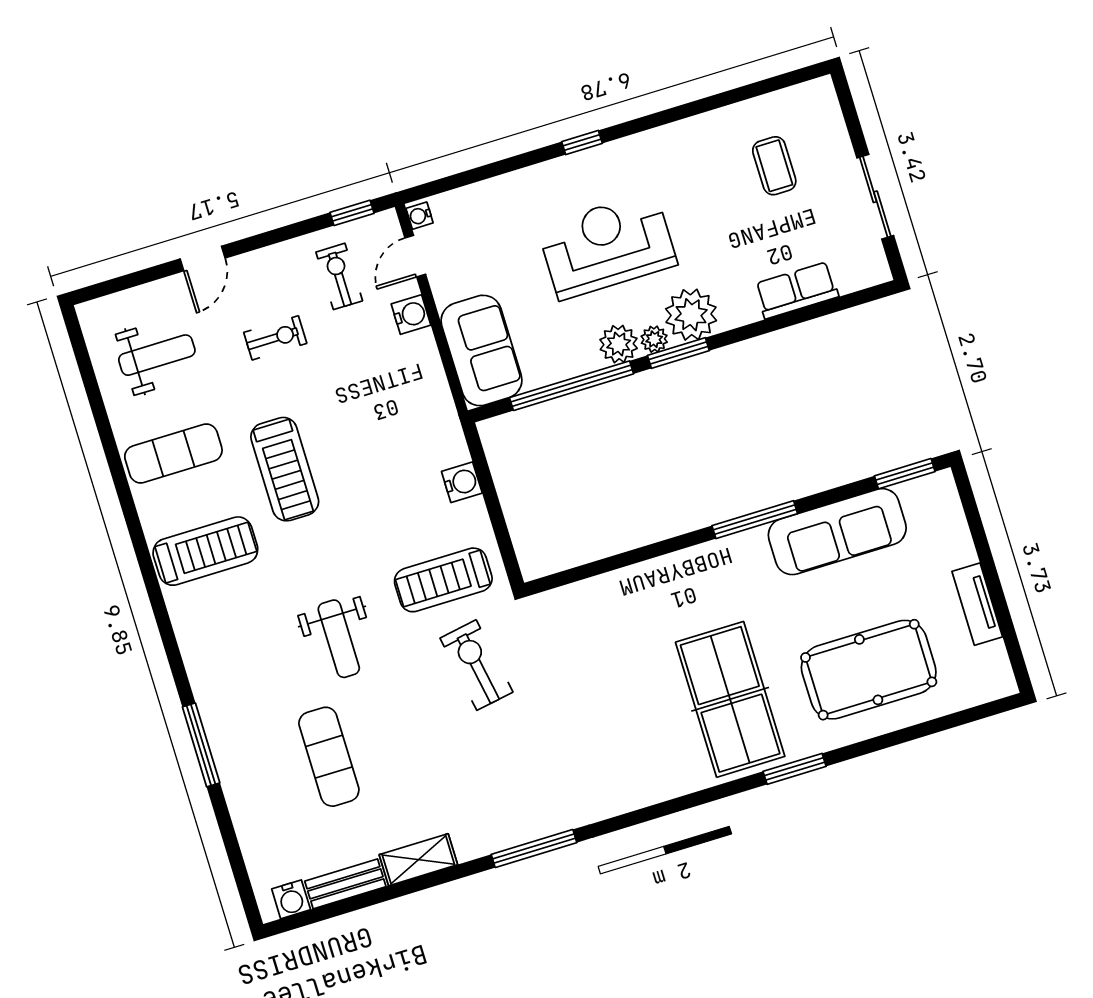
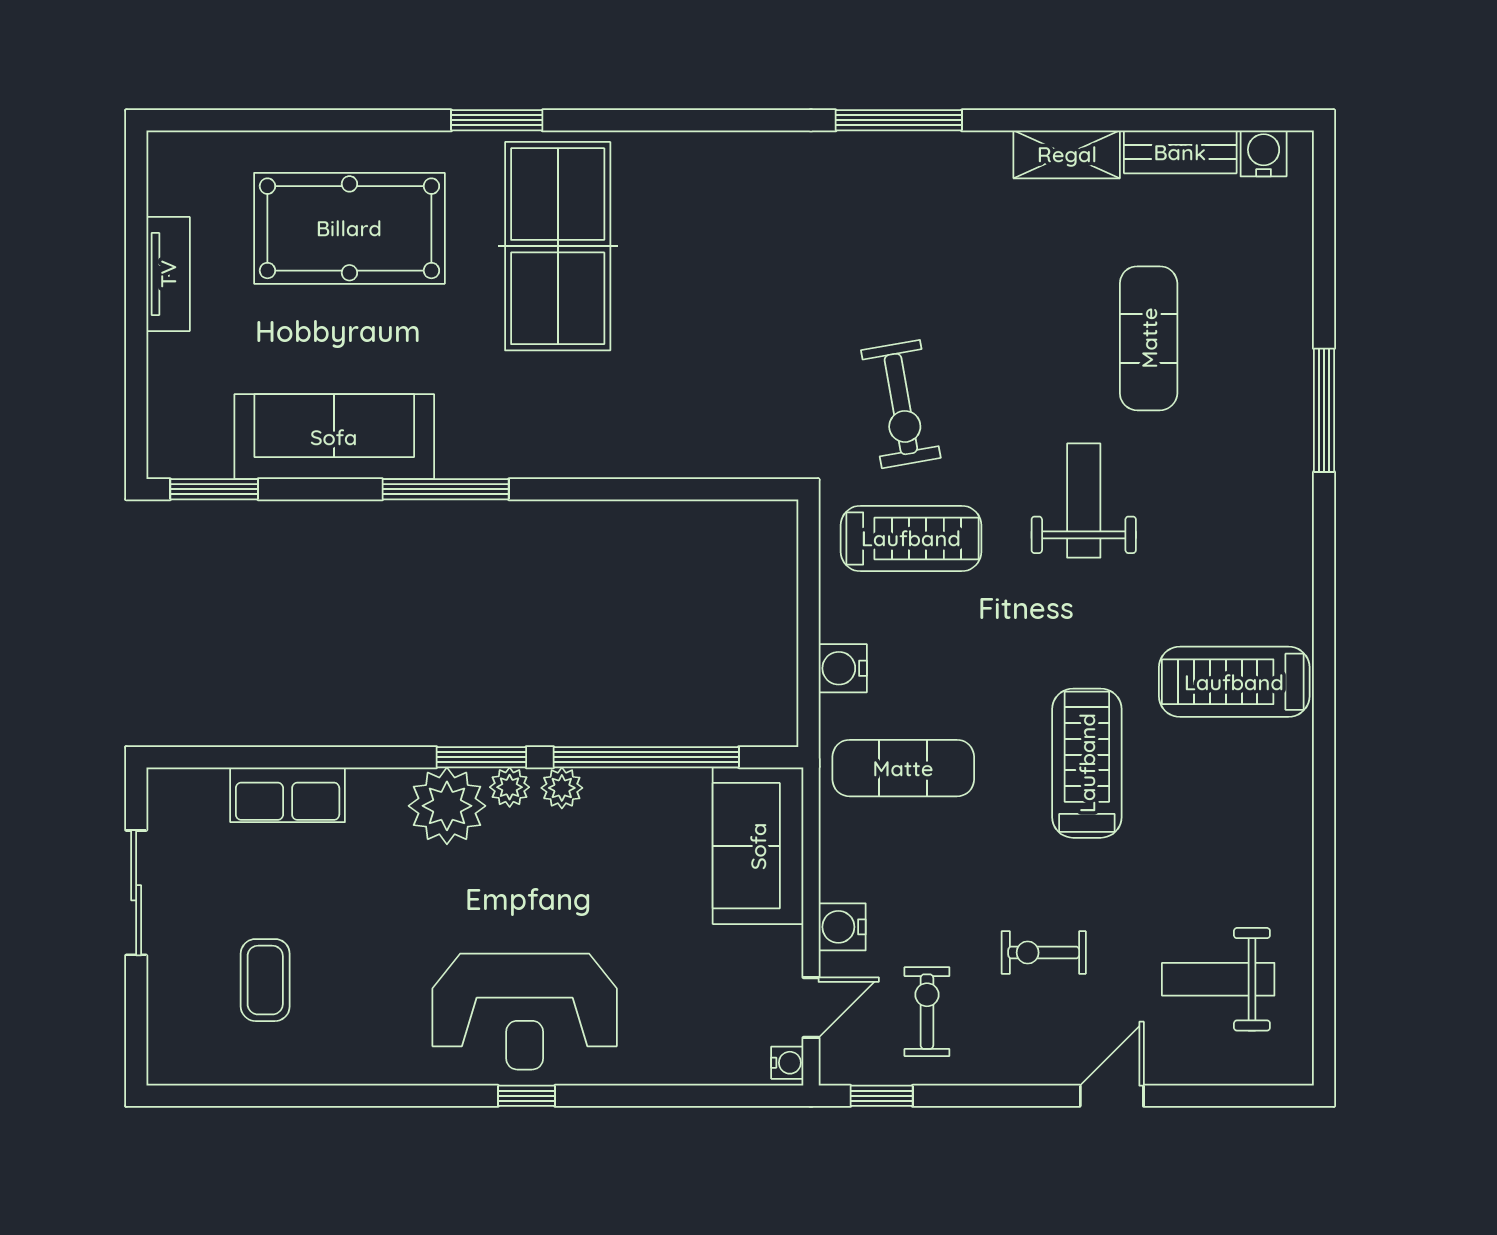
reception desk: (607, 246) -> (525, 1012), moved
exercise bike: (339, 276) -> (927, 1012), turned 180
plant: (619, 344) -> (562, 788), width x0.73, depth x0.73
exercise mat: (173, 453) -> (903, 768), moved

